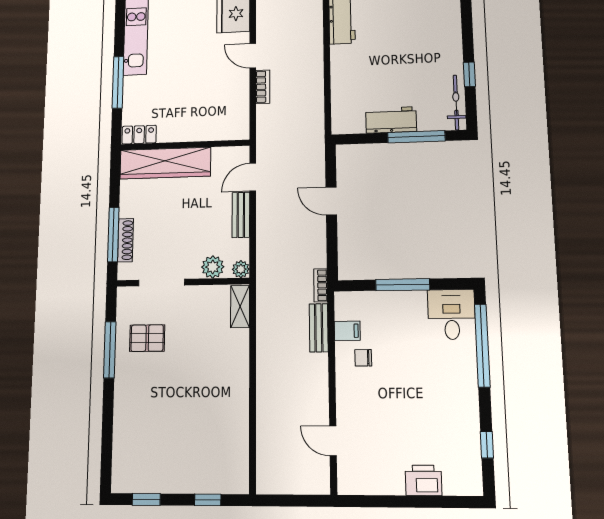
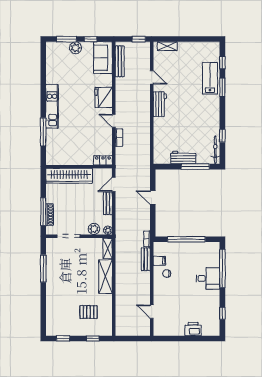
locker: (139, 135) -> (103, 160), moved
window: (403, 285) -> (186, 239), width x1.46
desk: (452, 314) -> (208, 278), moved, turned 90
pallet: (147, 338) -> (89, 312), moved
shelving: (235, 365) -> (105, 276), added

